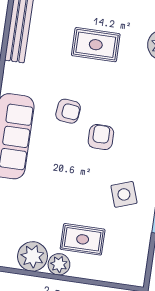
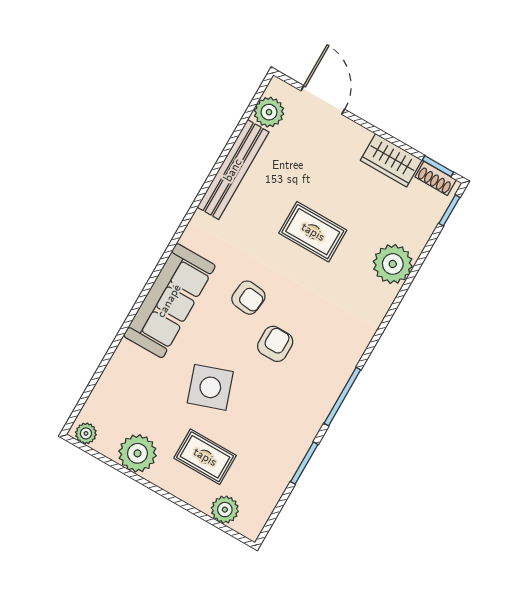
side table: (124, 194) -> (210, 387), moved, width x1.37, depth x1.37
plant: (59, 264) -> (225, 510), moved

